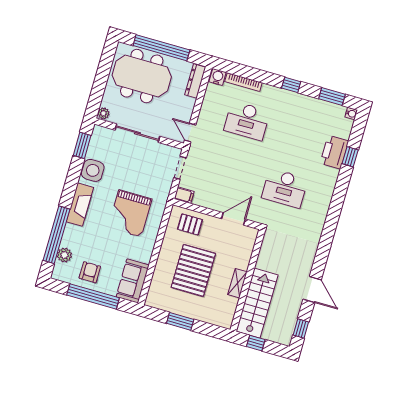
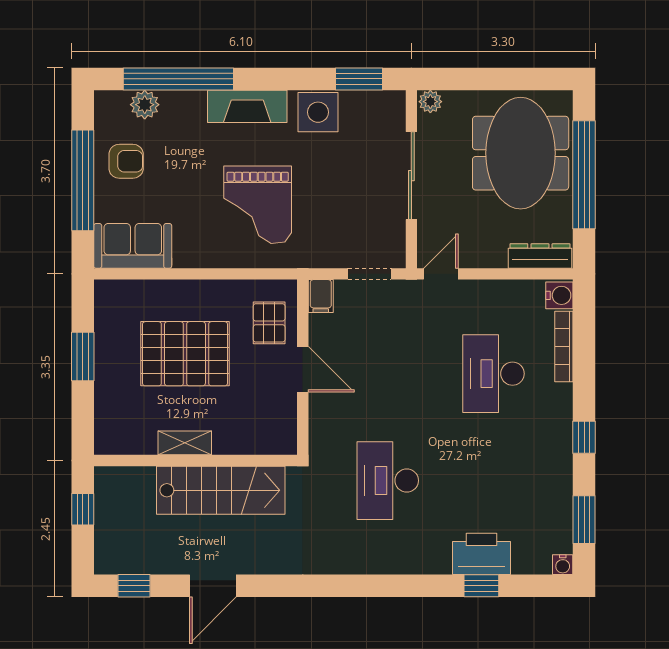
grand piano: (130, 213) -> (258, 205), turned -90
door: (233, 219) -> (303, 369), moved
stairs: (257, 303) -> (221, 490), moved

